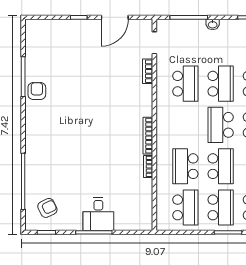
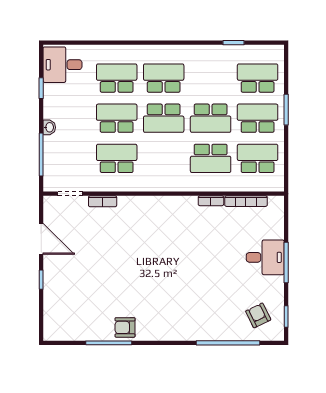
bookcase: (148, 136) -> (246, 201), moved
school desk: (221, 166) -> (211, 118), turned 180

